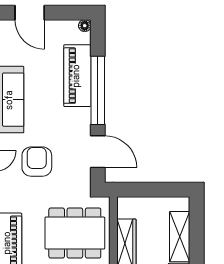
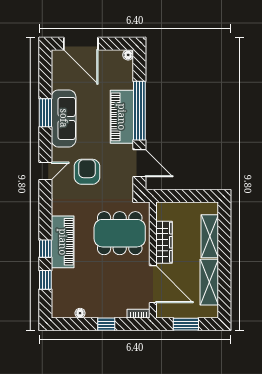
door: (30, 13) -> (81, 44), width x1.36
piano: (77, 76) -> (122, 117), moved

